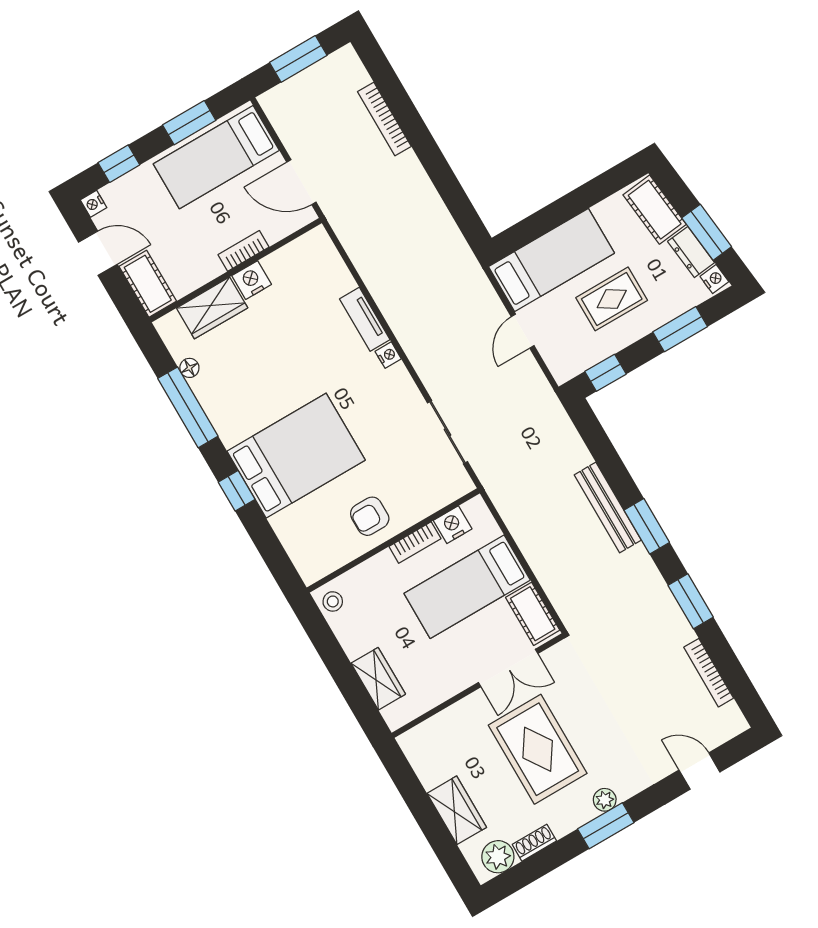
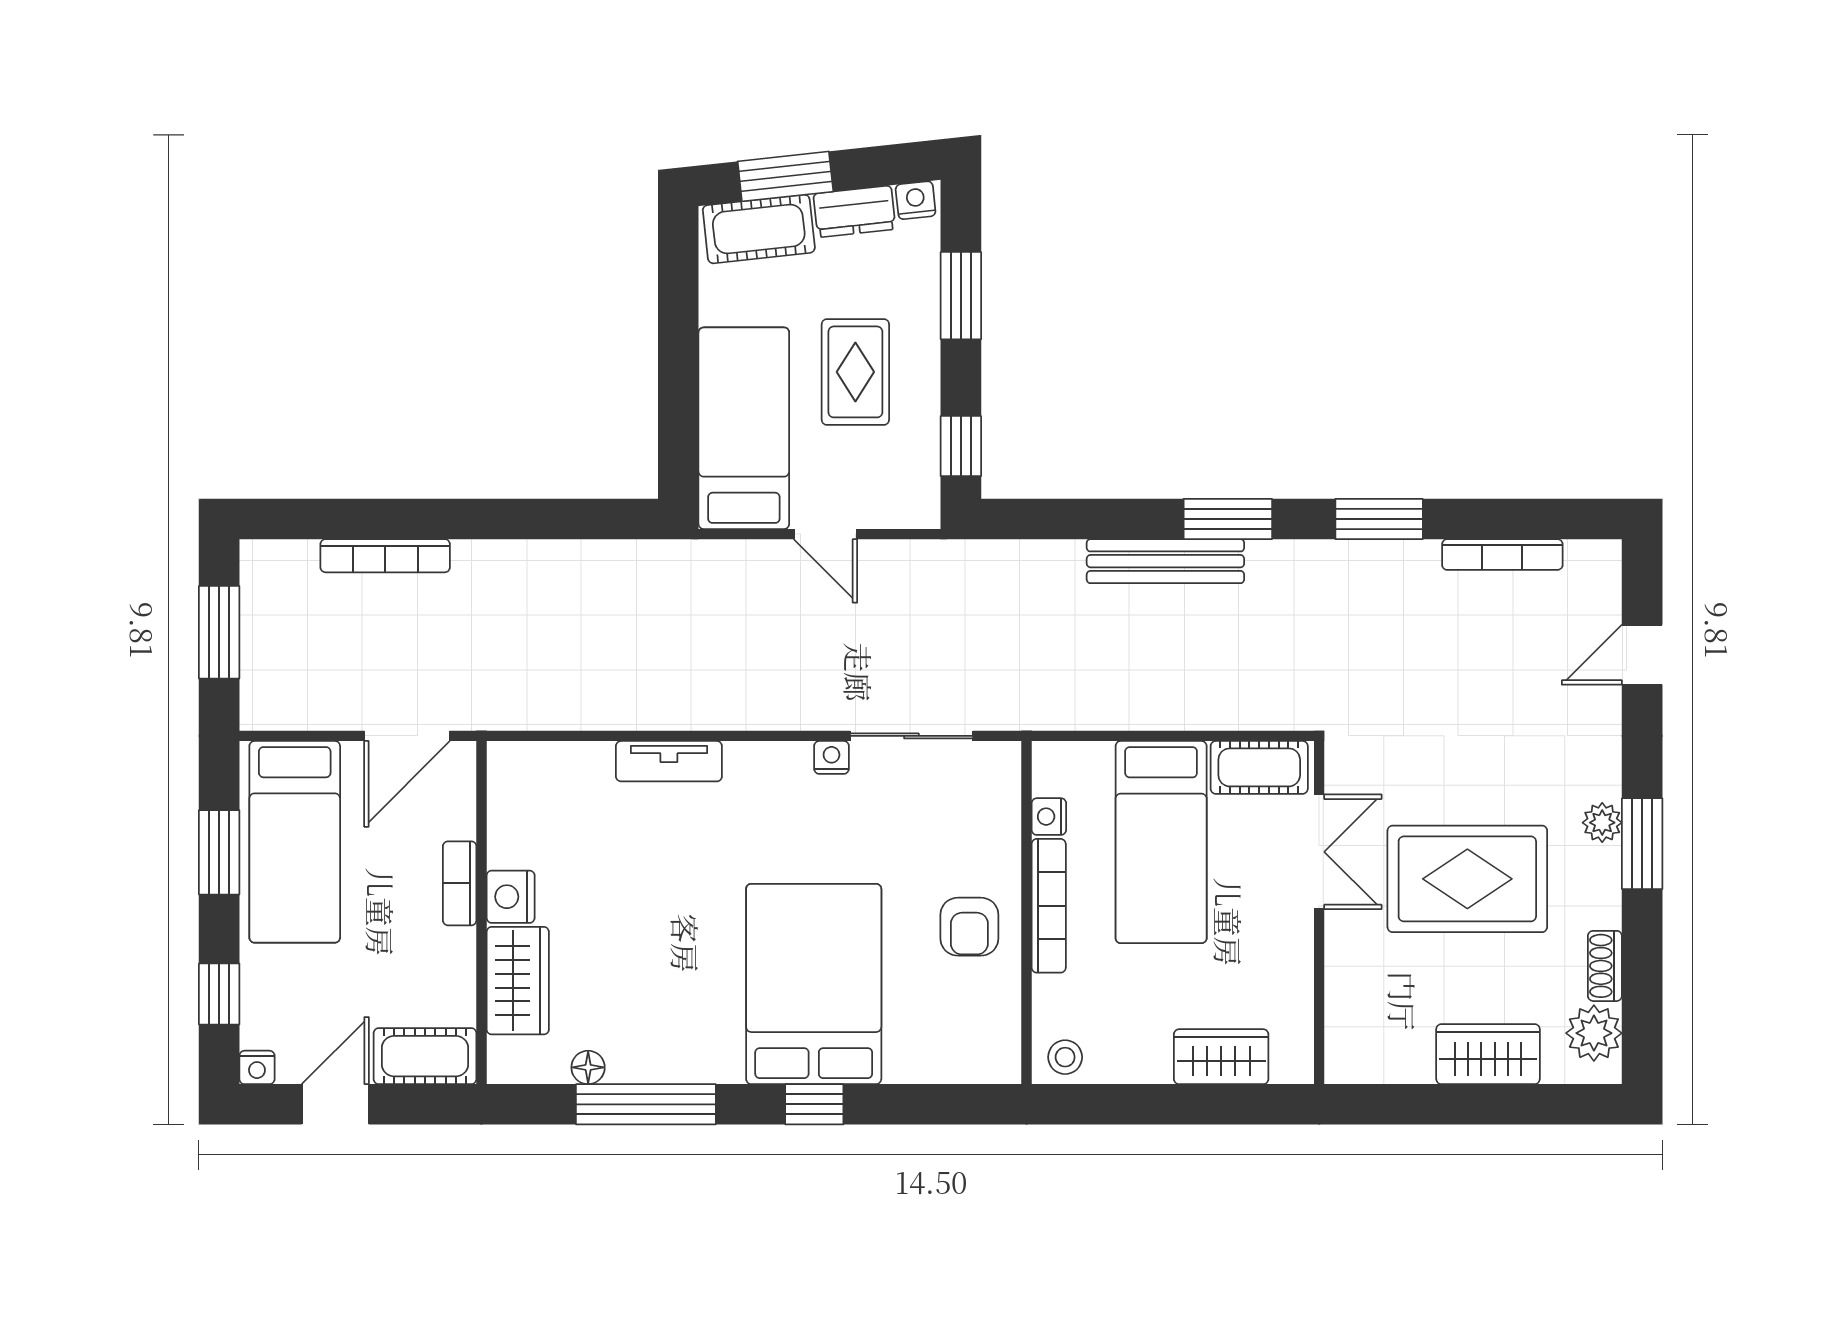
window: (707, 232) -> (785, 176), moved
nightstand: (388, 355) -> (831, 757), moved
nightstand: (453, 525) -> (1049, 817), width x0.72, depth x0.74
bookcase: (415, 542) -> (1049, 906), width x1.56

